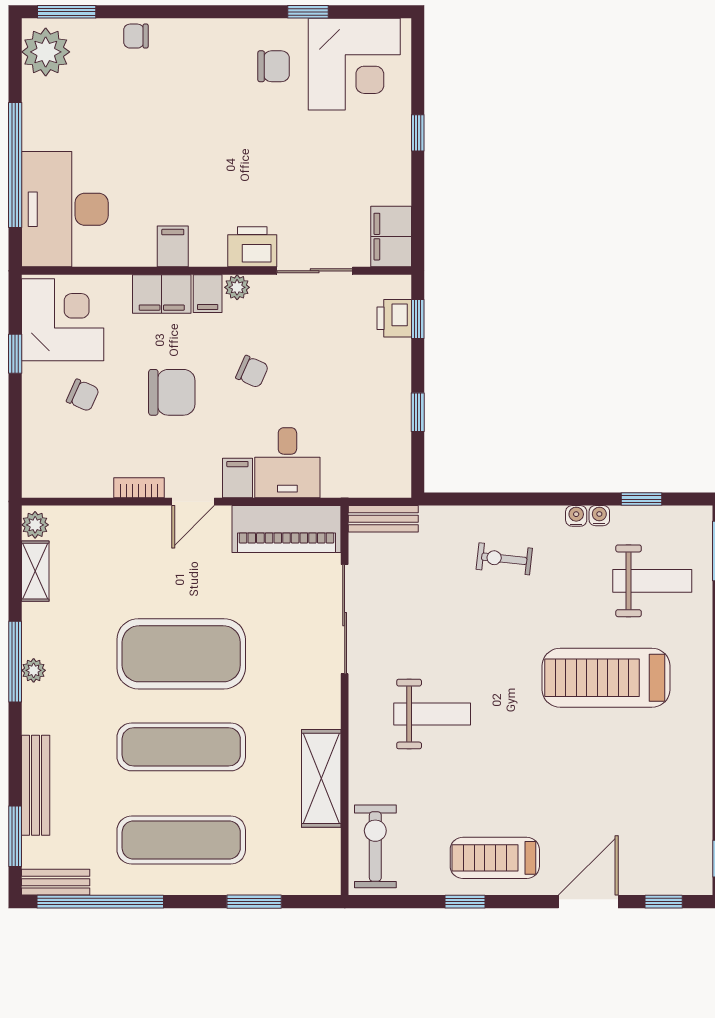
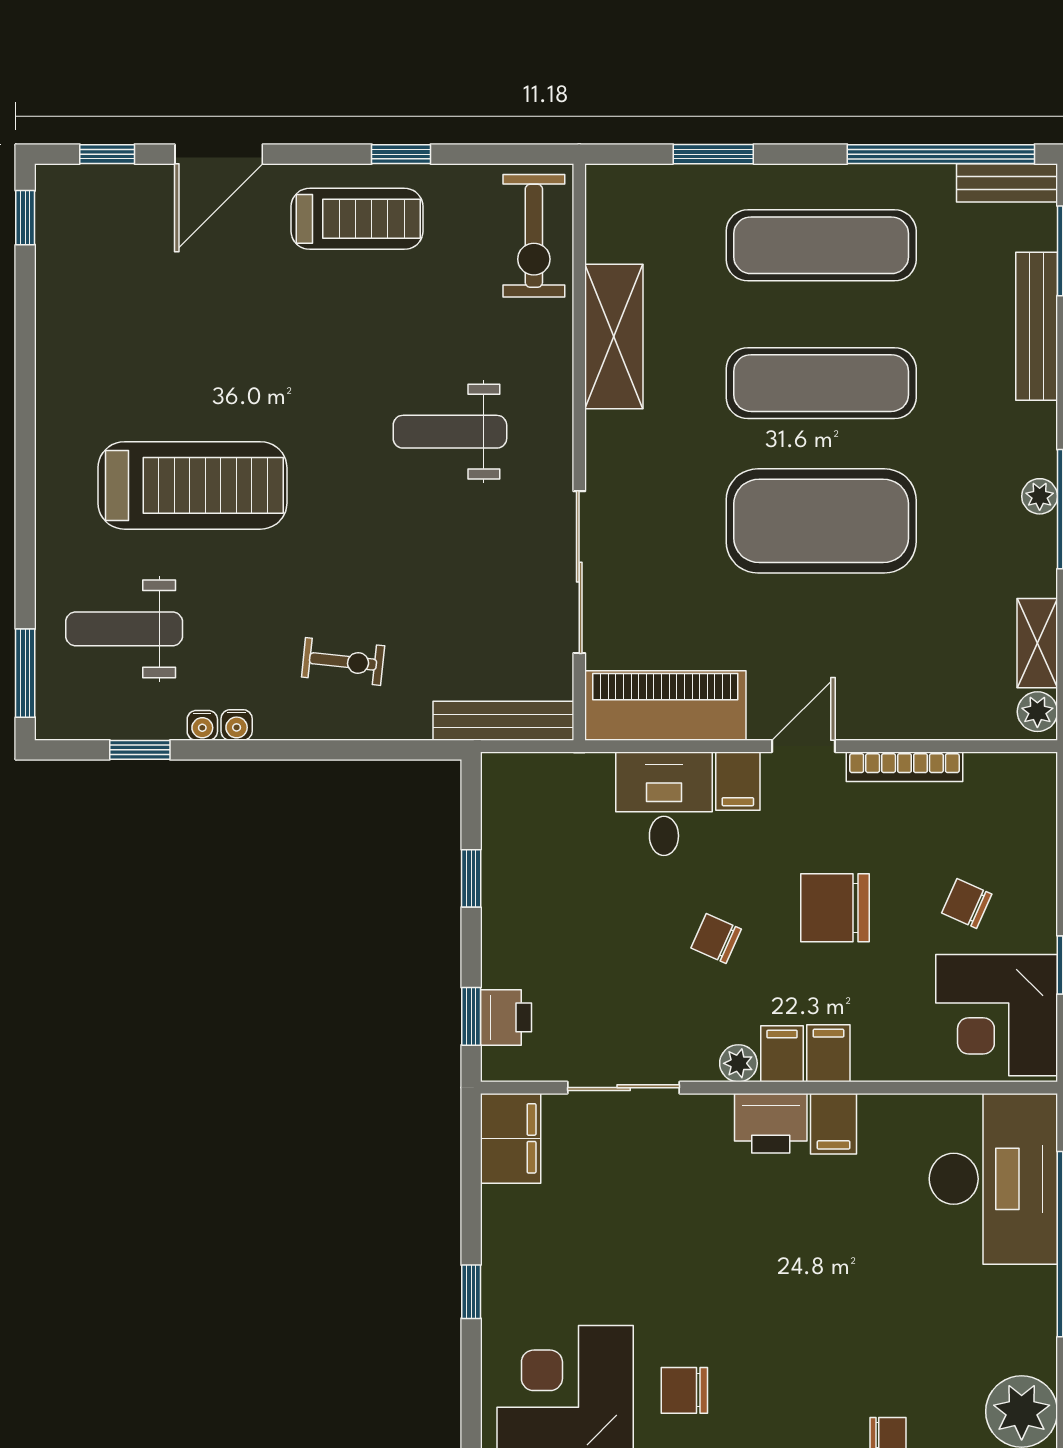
printer: (252, 247) -> (771, 1123), moved
filing cabinet: (162, 294) -> (828, 1053), width x0.50
bookcase: (139, 488) -> (905, 767), width x1.56
bench: (383, 519) -> (503, 721), width x1.36

